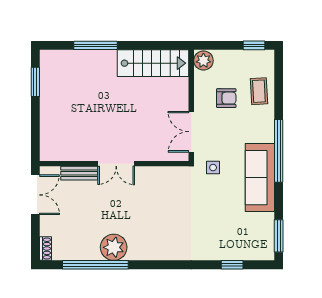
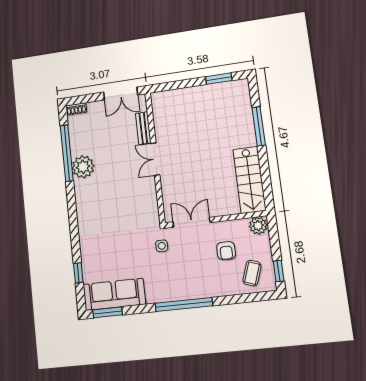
coffee table: (259, 91) -> (252, 273), moved, turned -68
sofa: (260, 178) -> (114, 294), moved

